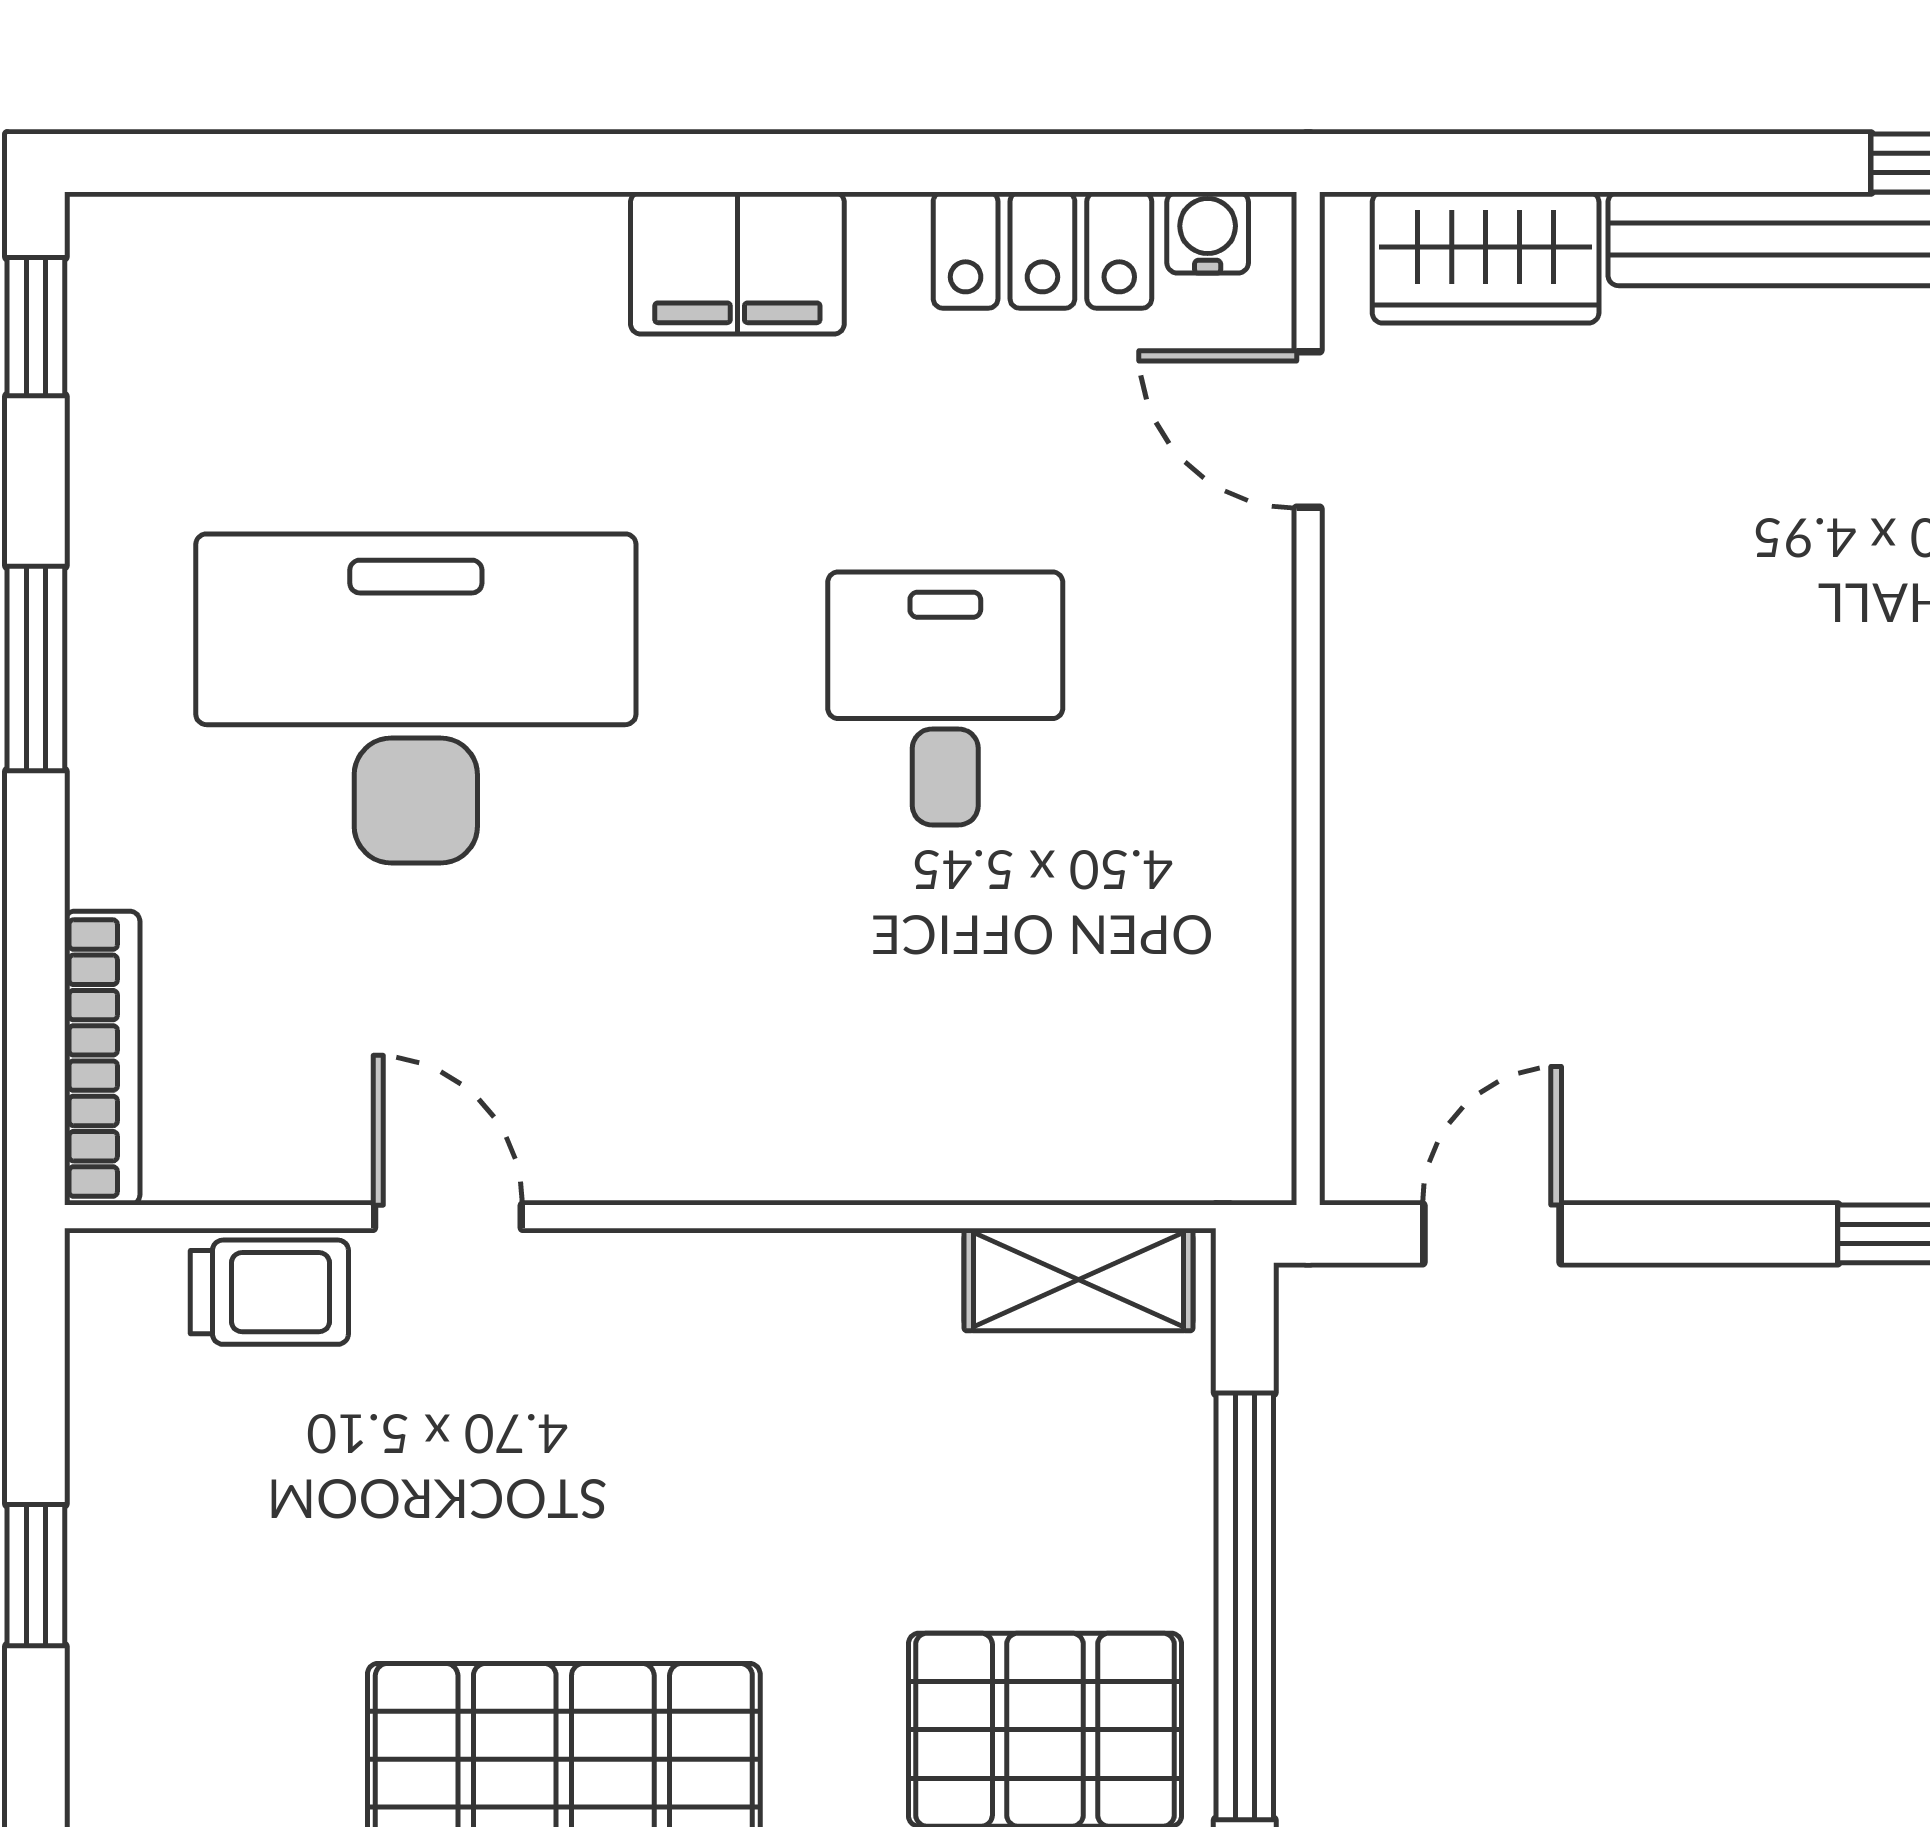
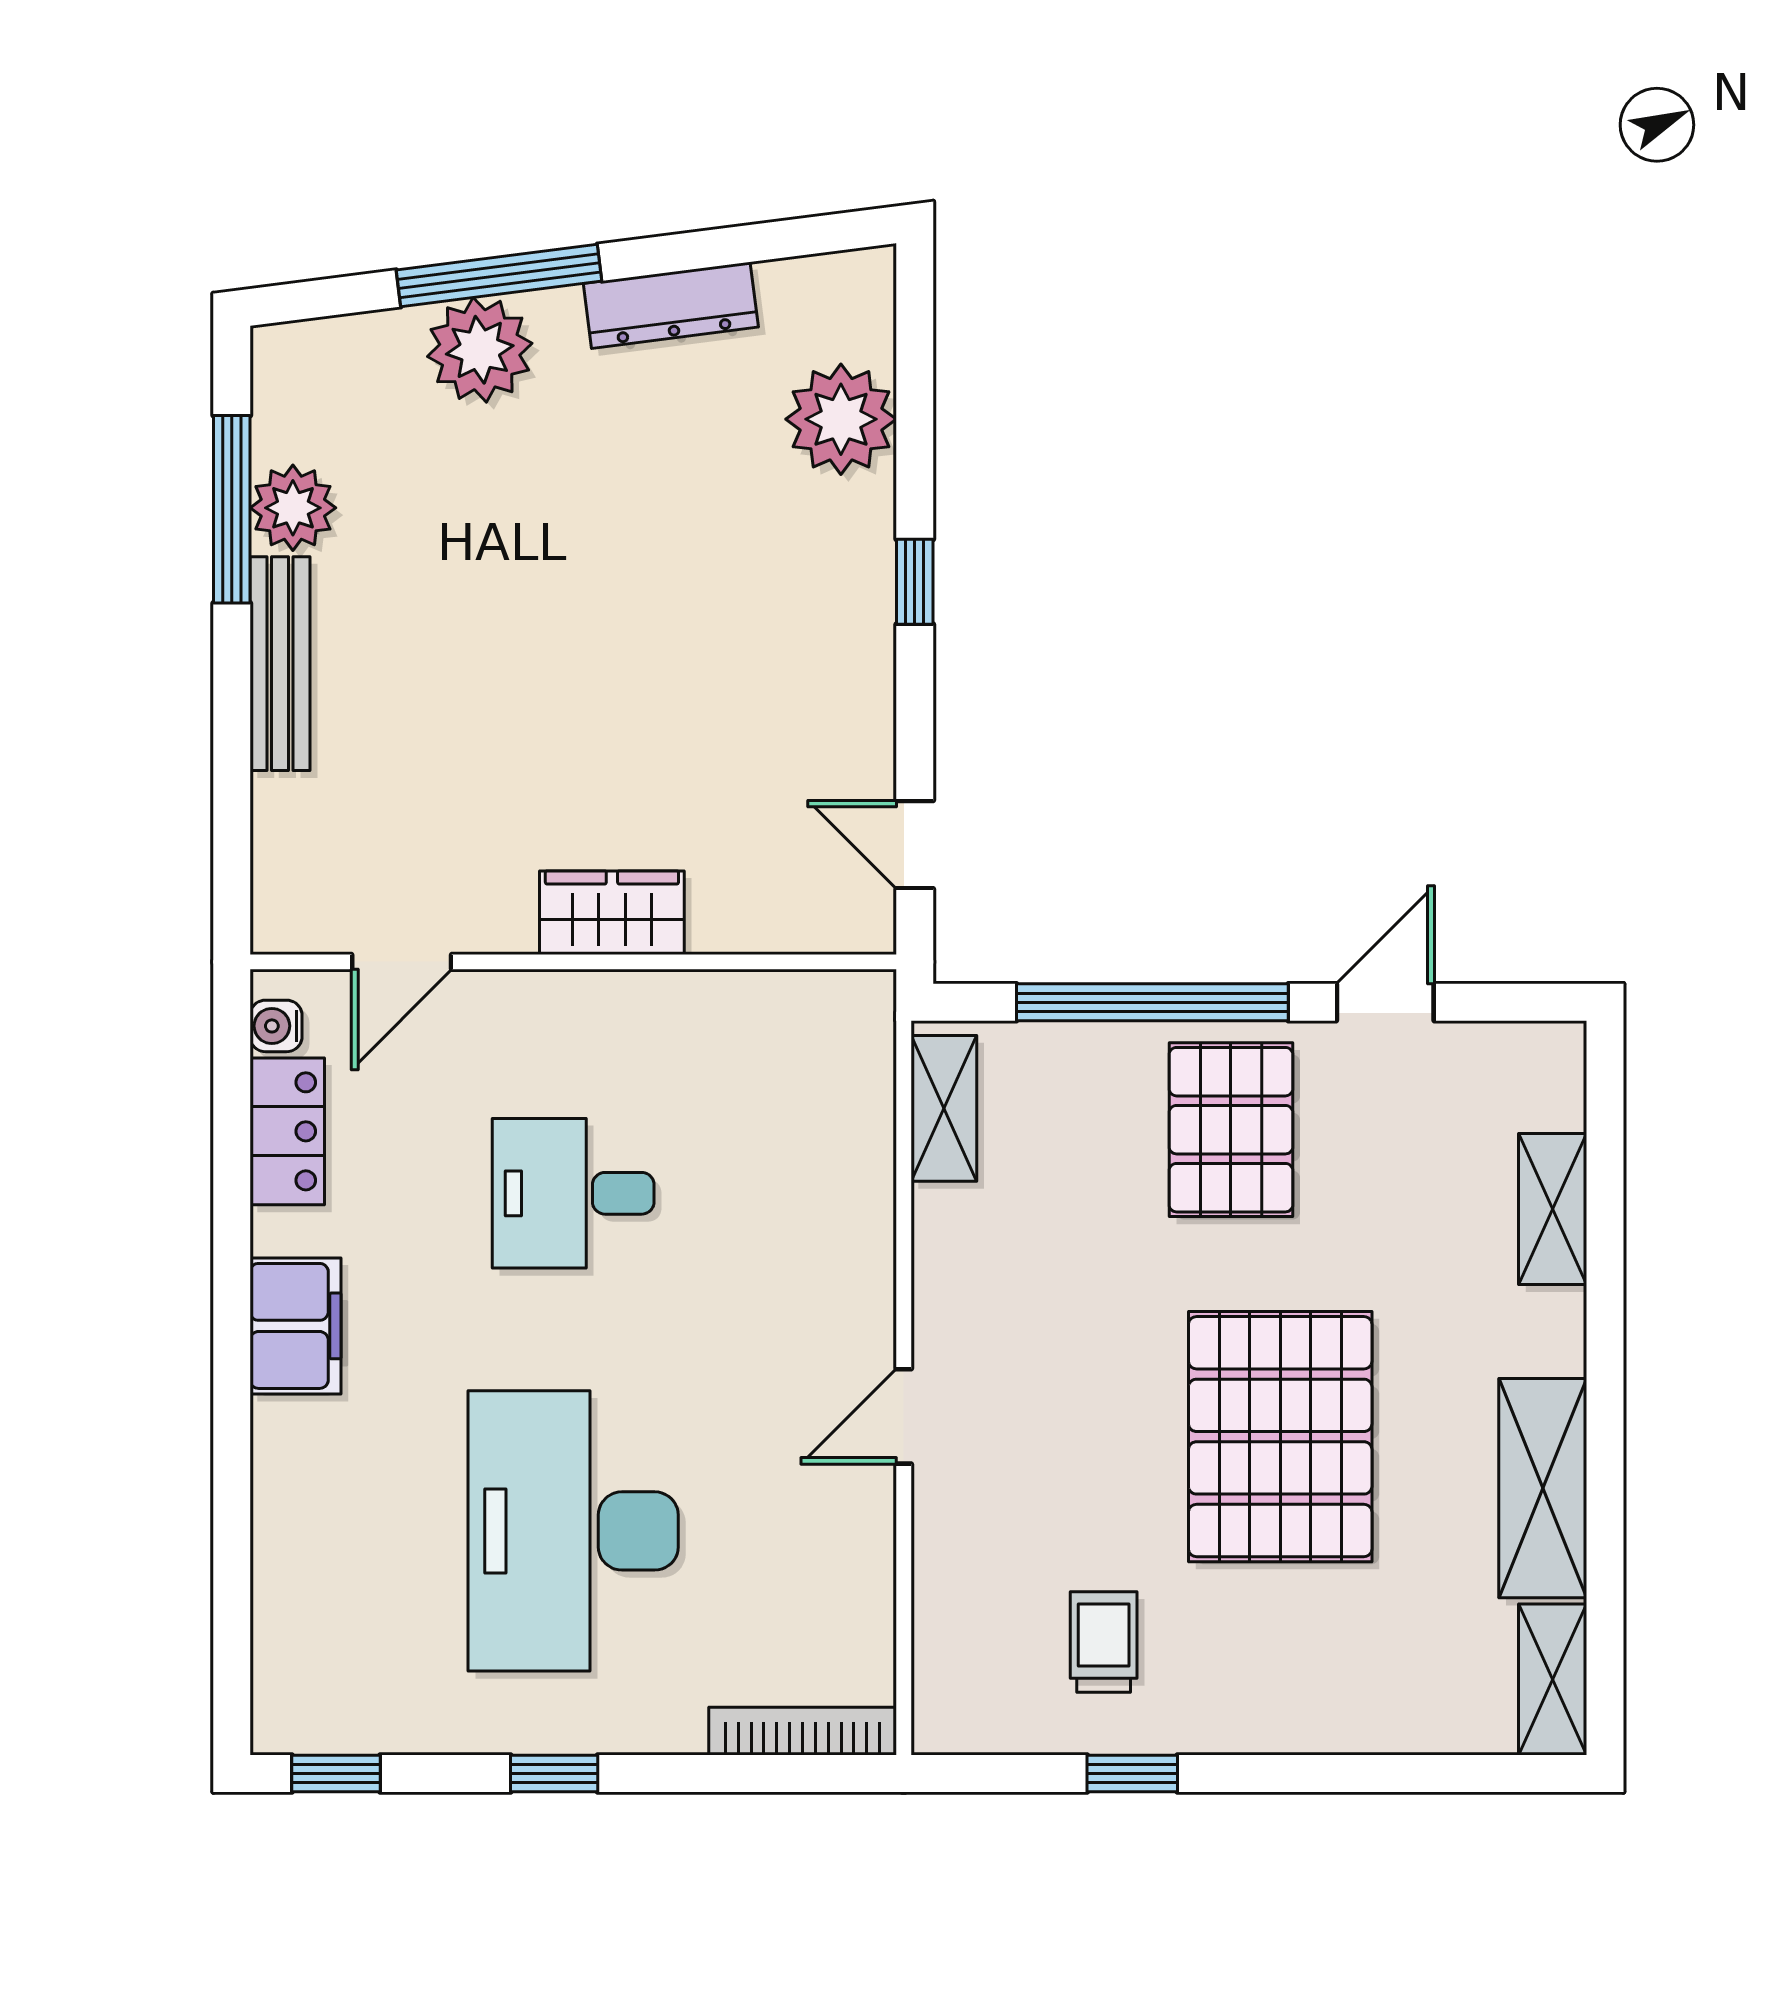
wardrobe: (1486, 257) -> (612, 913), moved, turned -90
window: (36, 668) -> (554, 1773), width x0.67
door: (448, 1217) -> (904, 1416), moved
trolley: (269, 1292) -> (1104, 1642), moved

